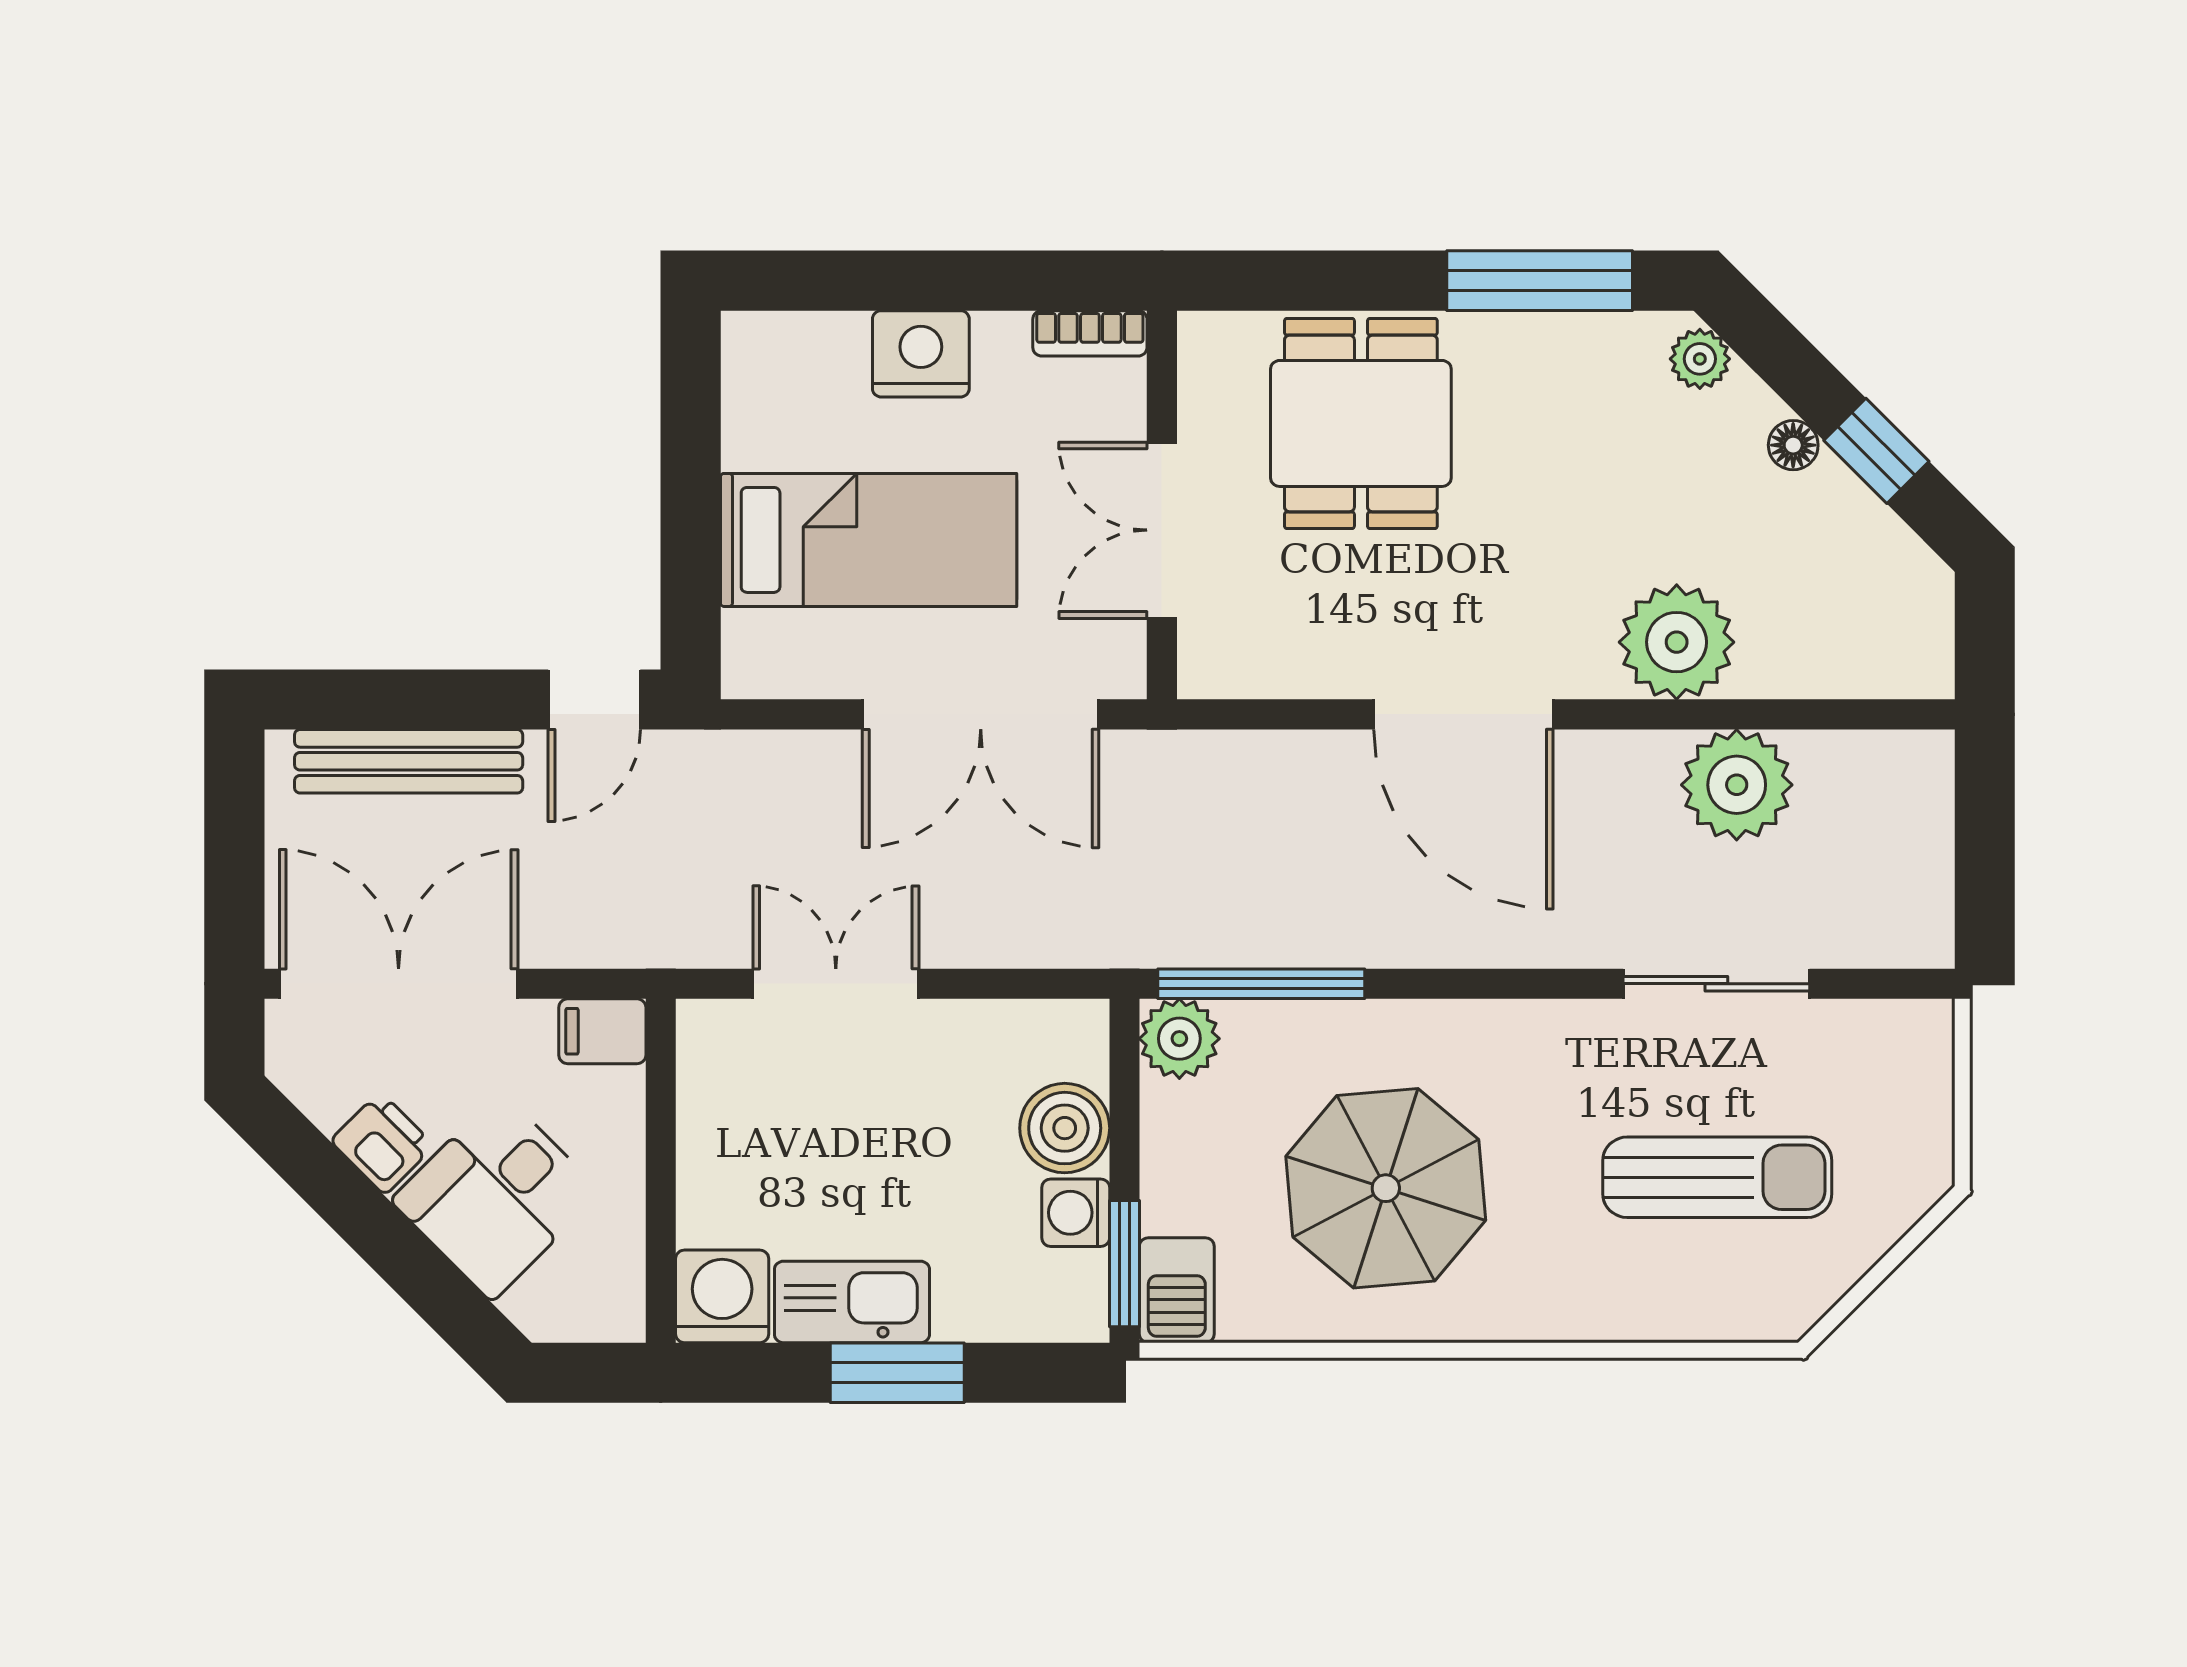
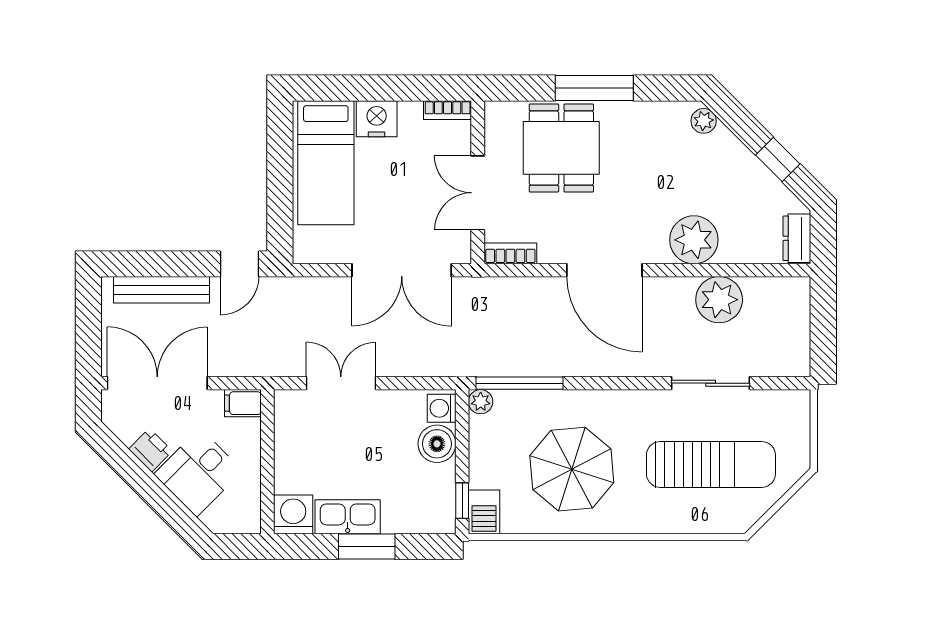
window: (1540, 281) -> (594, 88), moved
floor lamp: (1793, 445) -> (743, 157), removed
bed: (869, 540) -> (326, 163), moved, turned 90
dresser: (1922, 639) -> (797, 238), added
bookcase: (1240, 674) -> (510, 253), added
plant: (1179, 1039) -> (481, 402), width x0.73, depth x0.73
sun lounger: (1717, 1177) -> (711, 464), width x1.36, depth x1.34
washing machine: (1076, 1213) -> (442, 408), moved
window: (1124, 1264) -> (462, 501), width x0.67

